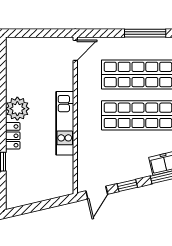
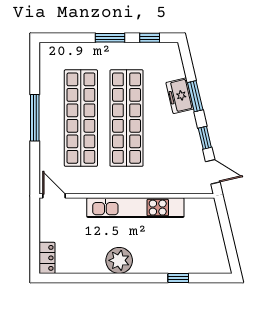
kitchen unit: (65, 123) -> (135, 208), width x1.36
locker: (13, 136) -> (47, 258), moved, turned 90

